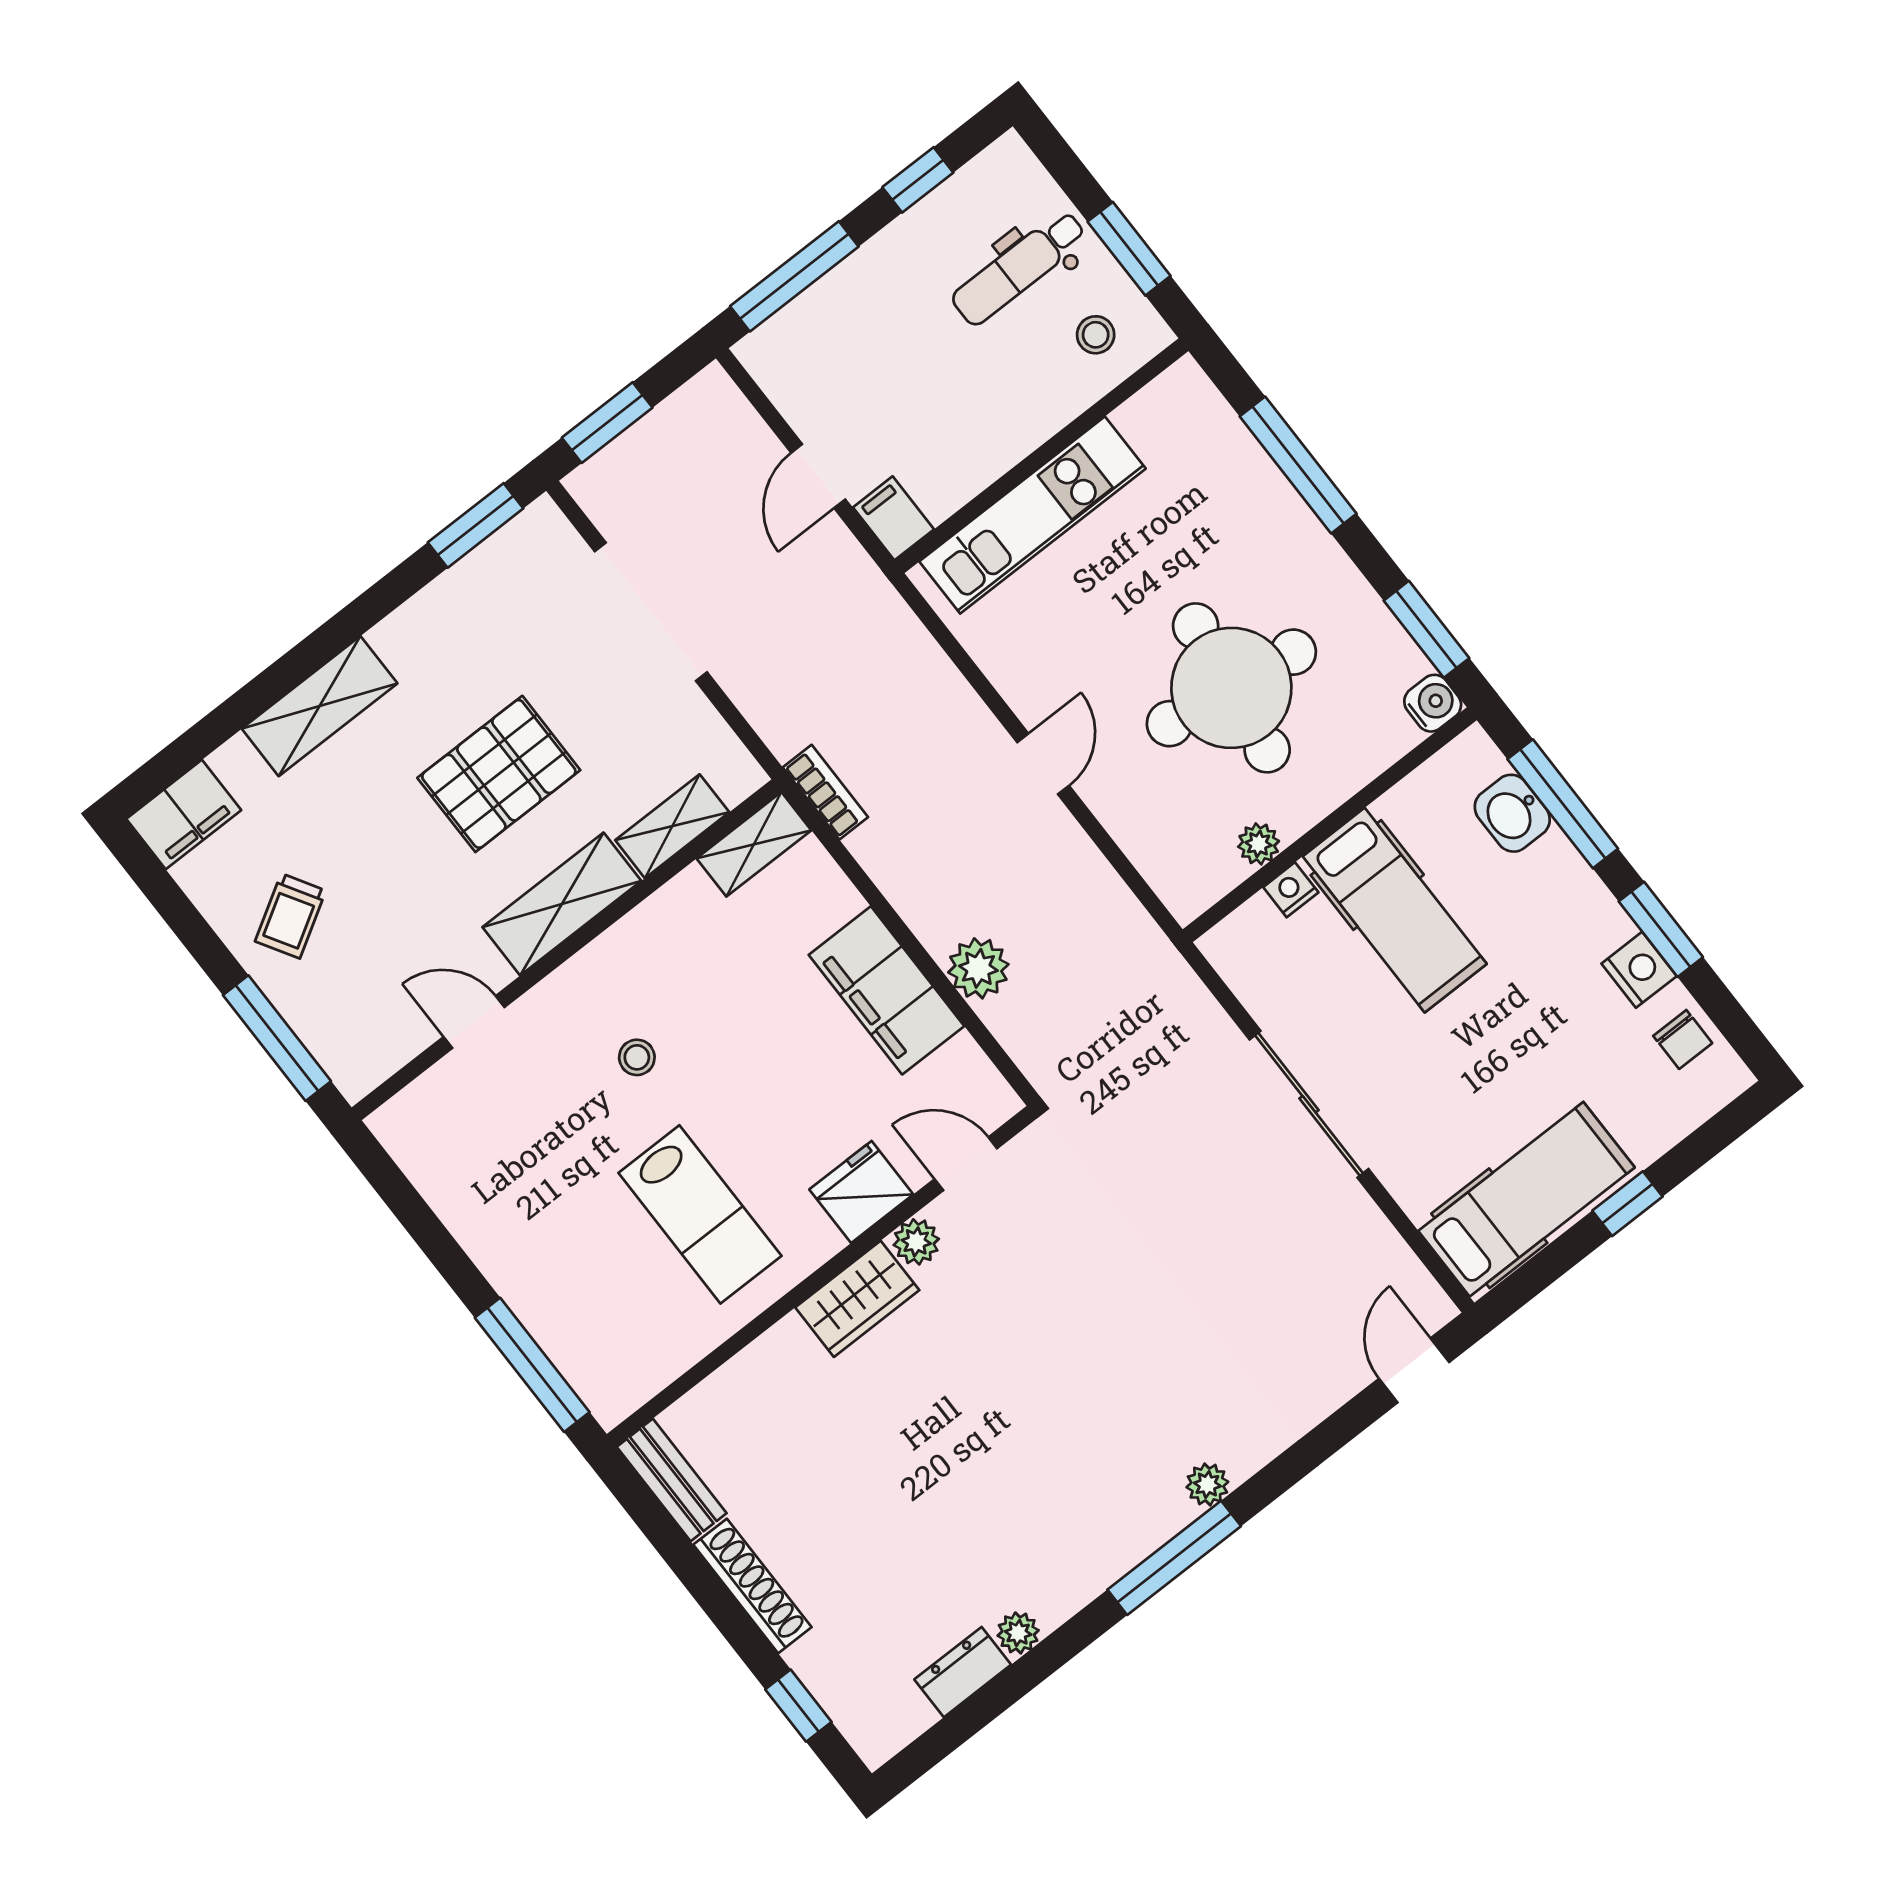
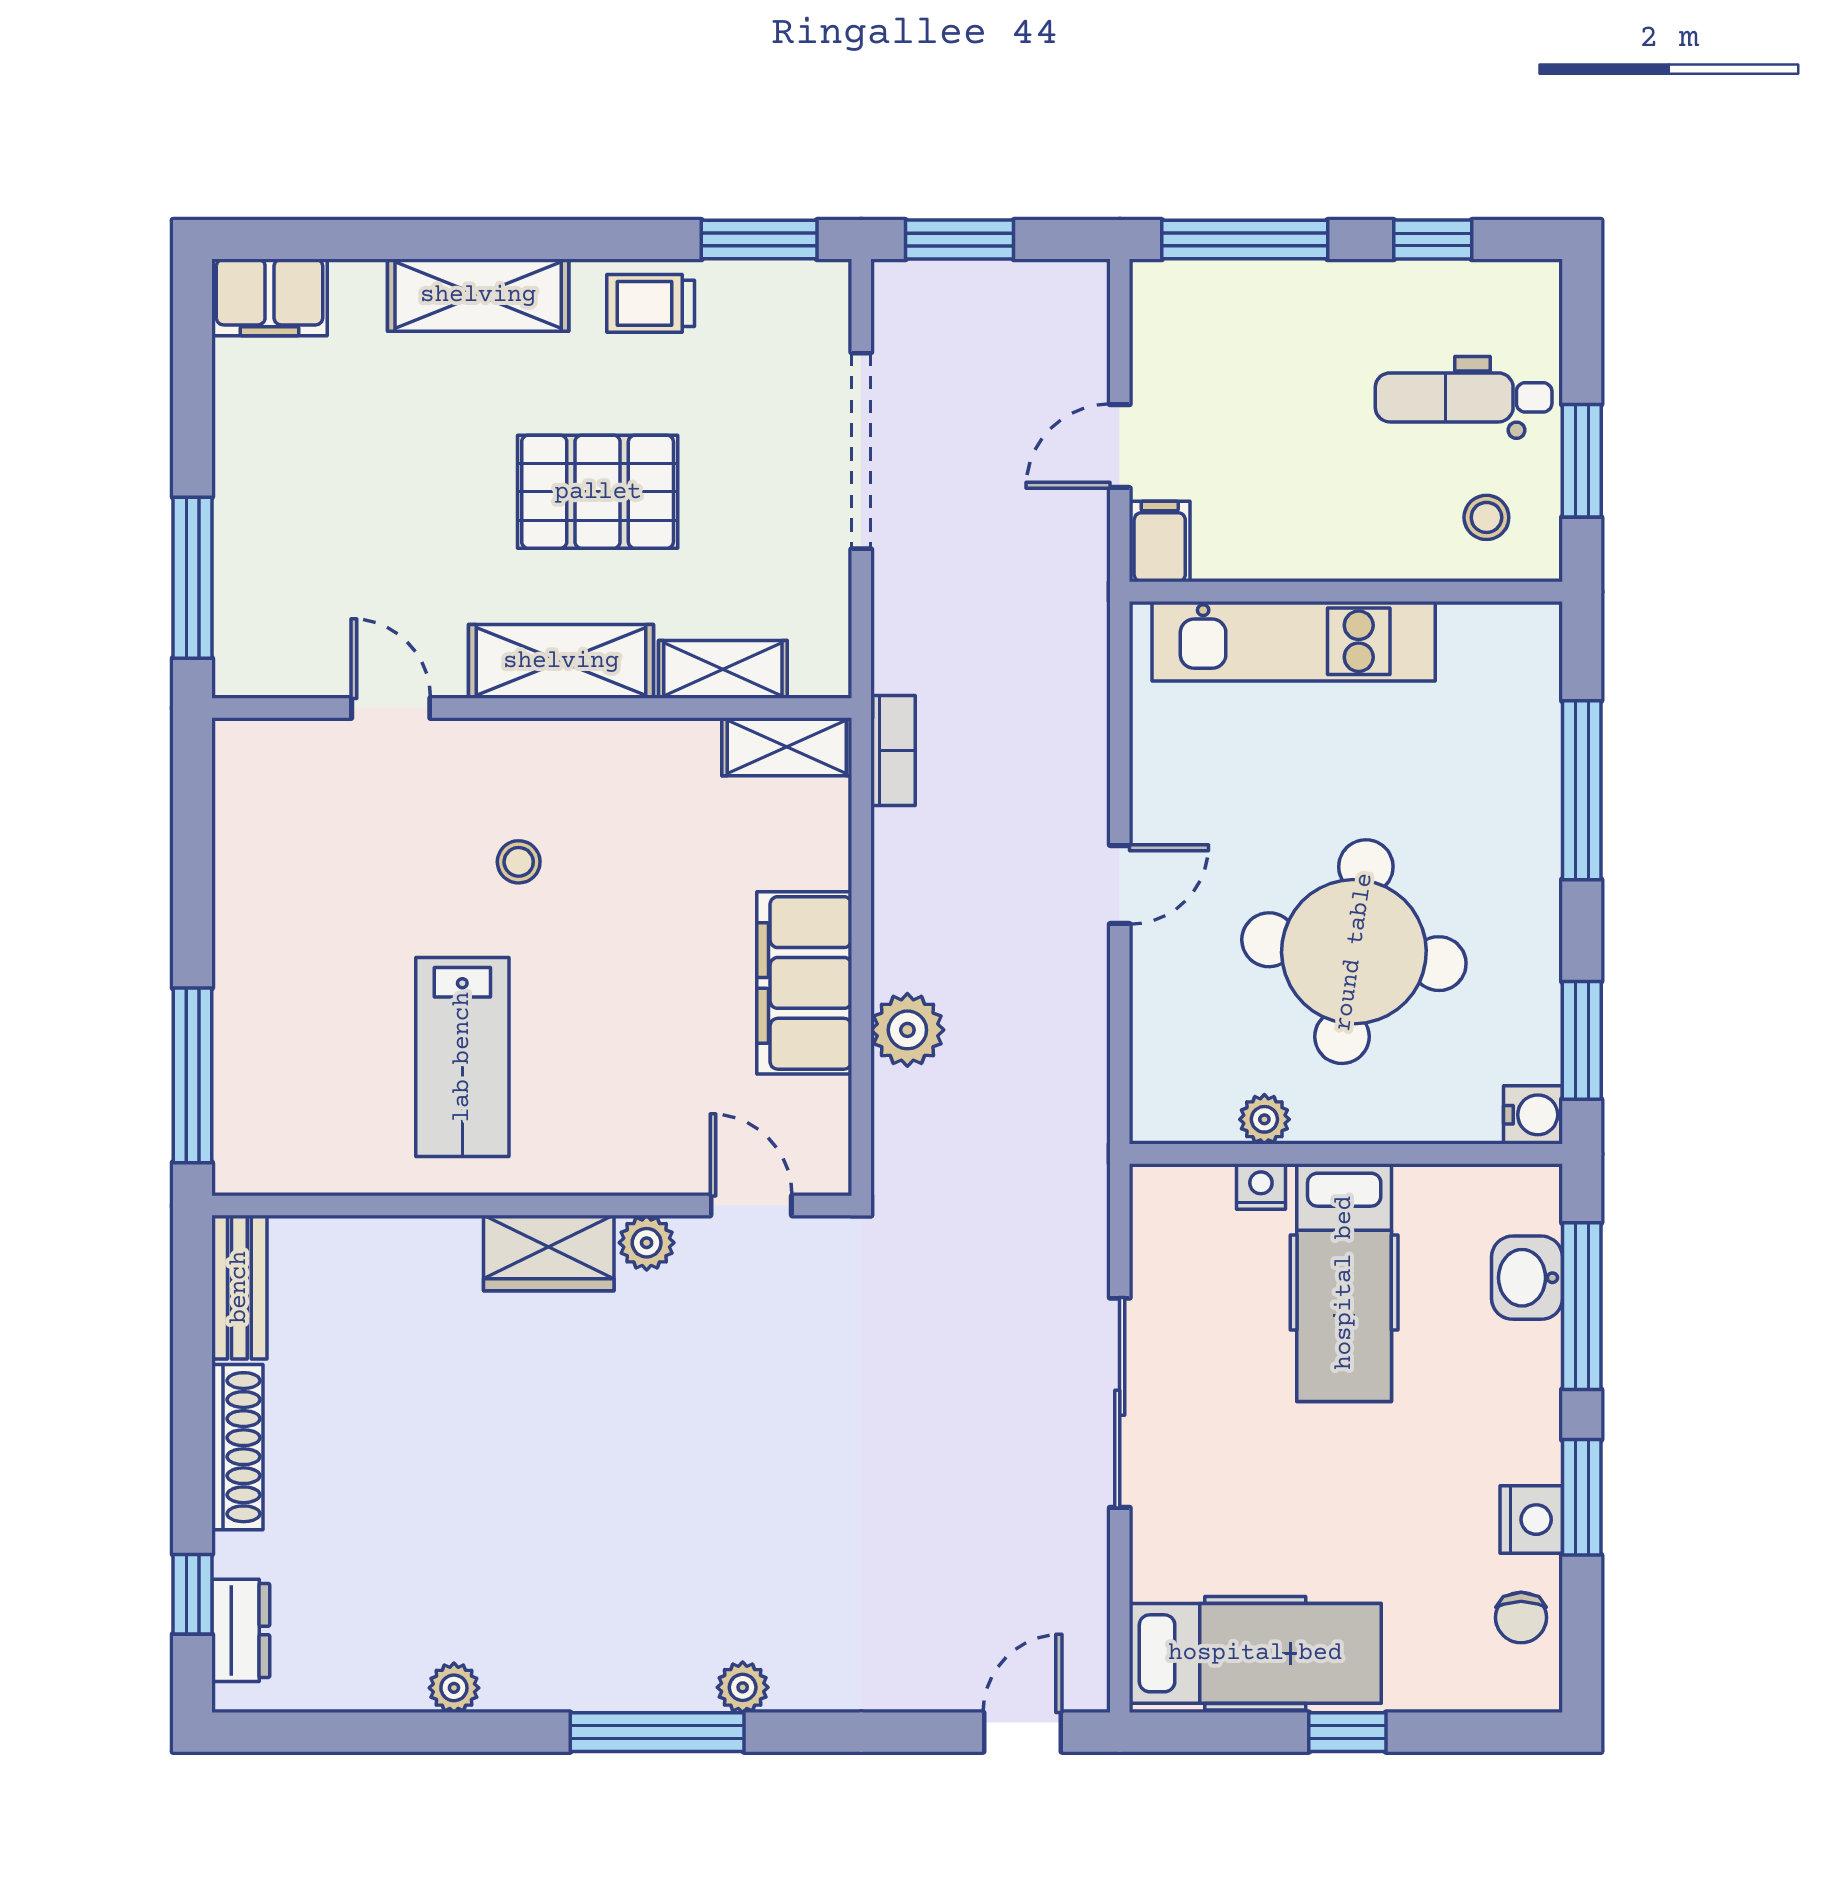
trolley: (290, 916) -> (651, 303), moved, turned 31
fridge: (861, 1192) -> (632, 1155), removed
dresser: (963, 1672) -> (241, 1630), moved, turned 90

